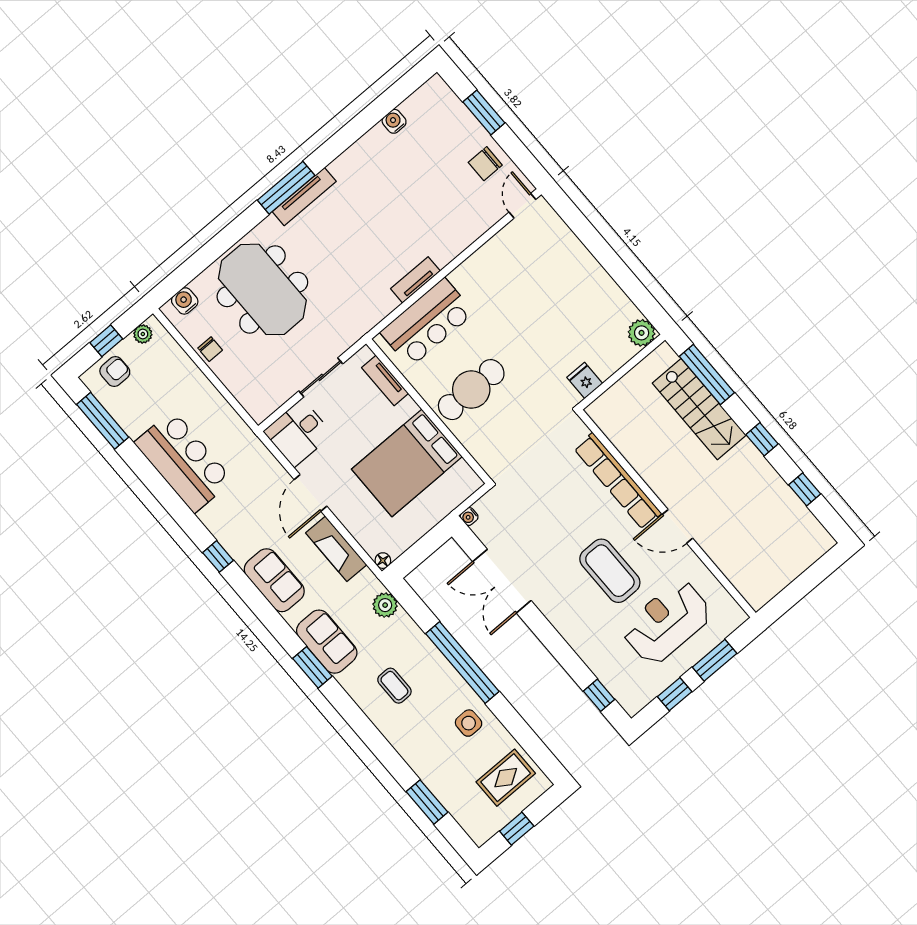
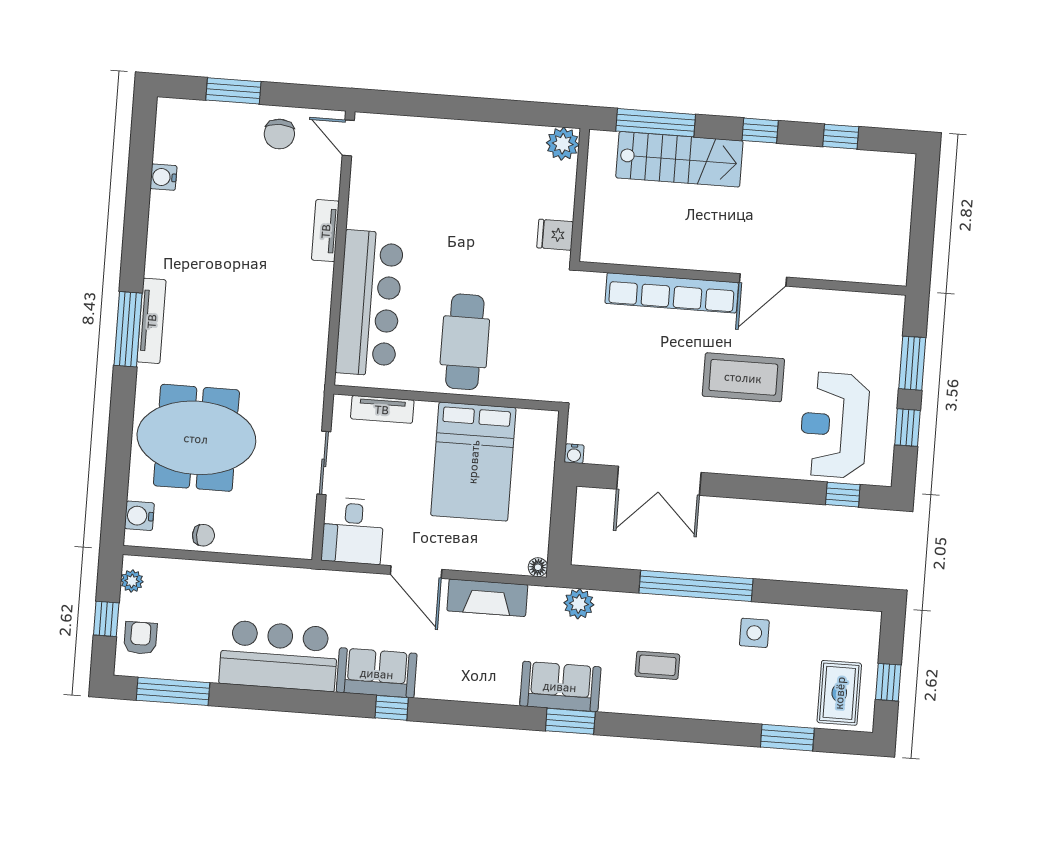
tv unit: (415, 280) -> (325, 231), moved
bar counter: (427, 323) -> (370, 303), width x1.36
sofa: (274, 580) -> (377, 673), moved
reception desk: (667, 622) -> (834, 425), moved
rug: (506, 778) -> (839, 693), moved

